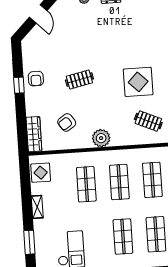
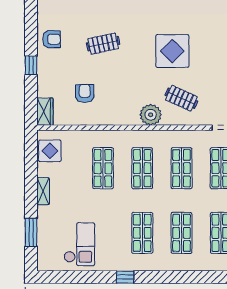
armchair: (36, 79) -> (52, 39), turned -90
window: (19, 85) -> (31, 65), moved
armchair: (67, 122) -> (85, 94), turned 124
wardrobe: (34, 134) -> (45, 112), width x0.67
plant: (101, 138) -> (151, 115), moved

